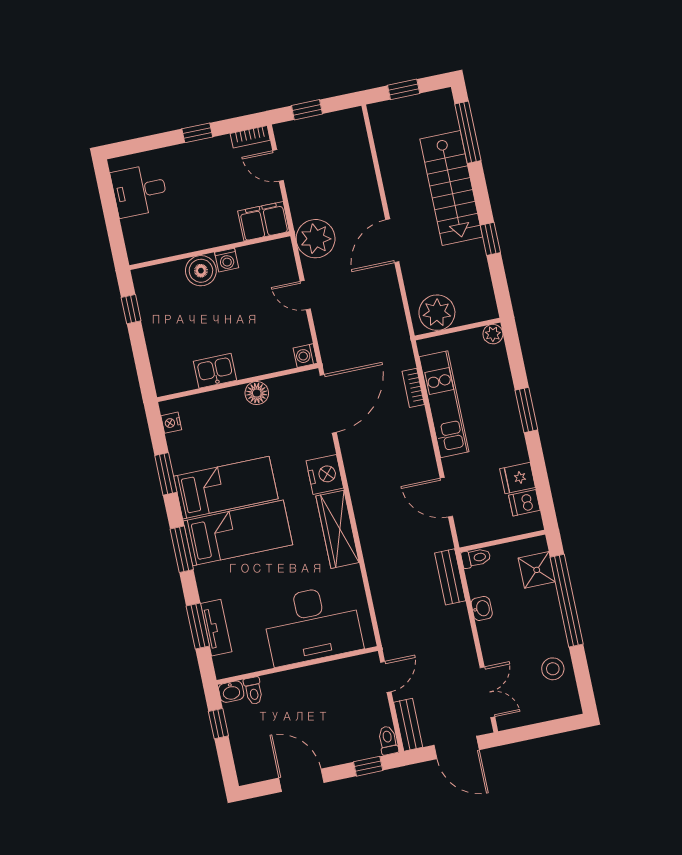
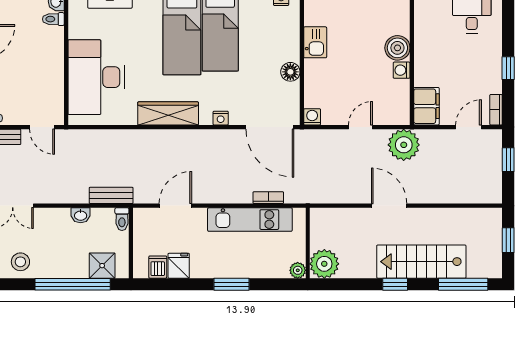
window: (490, 239) -> (395, 284), moved
plant: (437, 313) -> (324, 264), moved
nightstand: (325, 474) -> (221, 118), width x0.53, depth x0.56

